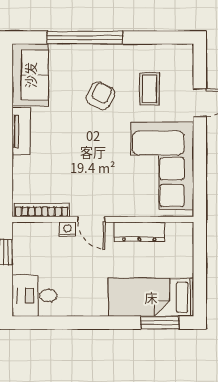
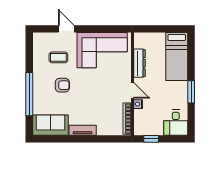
armchair: (101, 96) -> (62, 85), turned 153
door: (91, 219) -> (133, 90), hinge flipped
window: (160, 323) -> (191, 92), moved

